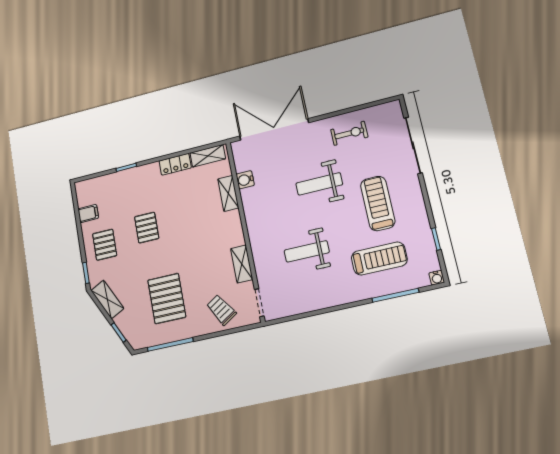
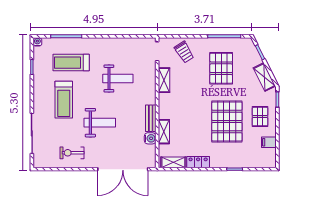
bench: (250, 207) -> (151, 118), added
pallet: (147, 228) -> (227, 122), width x2.05, depth x2.00

